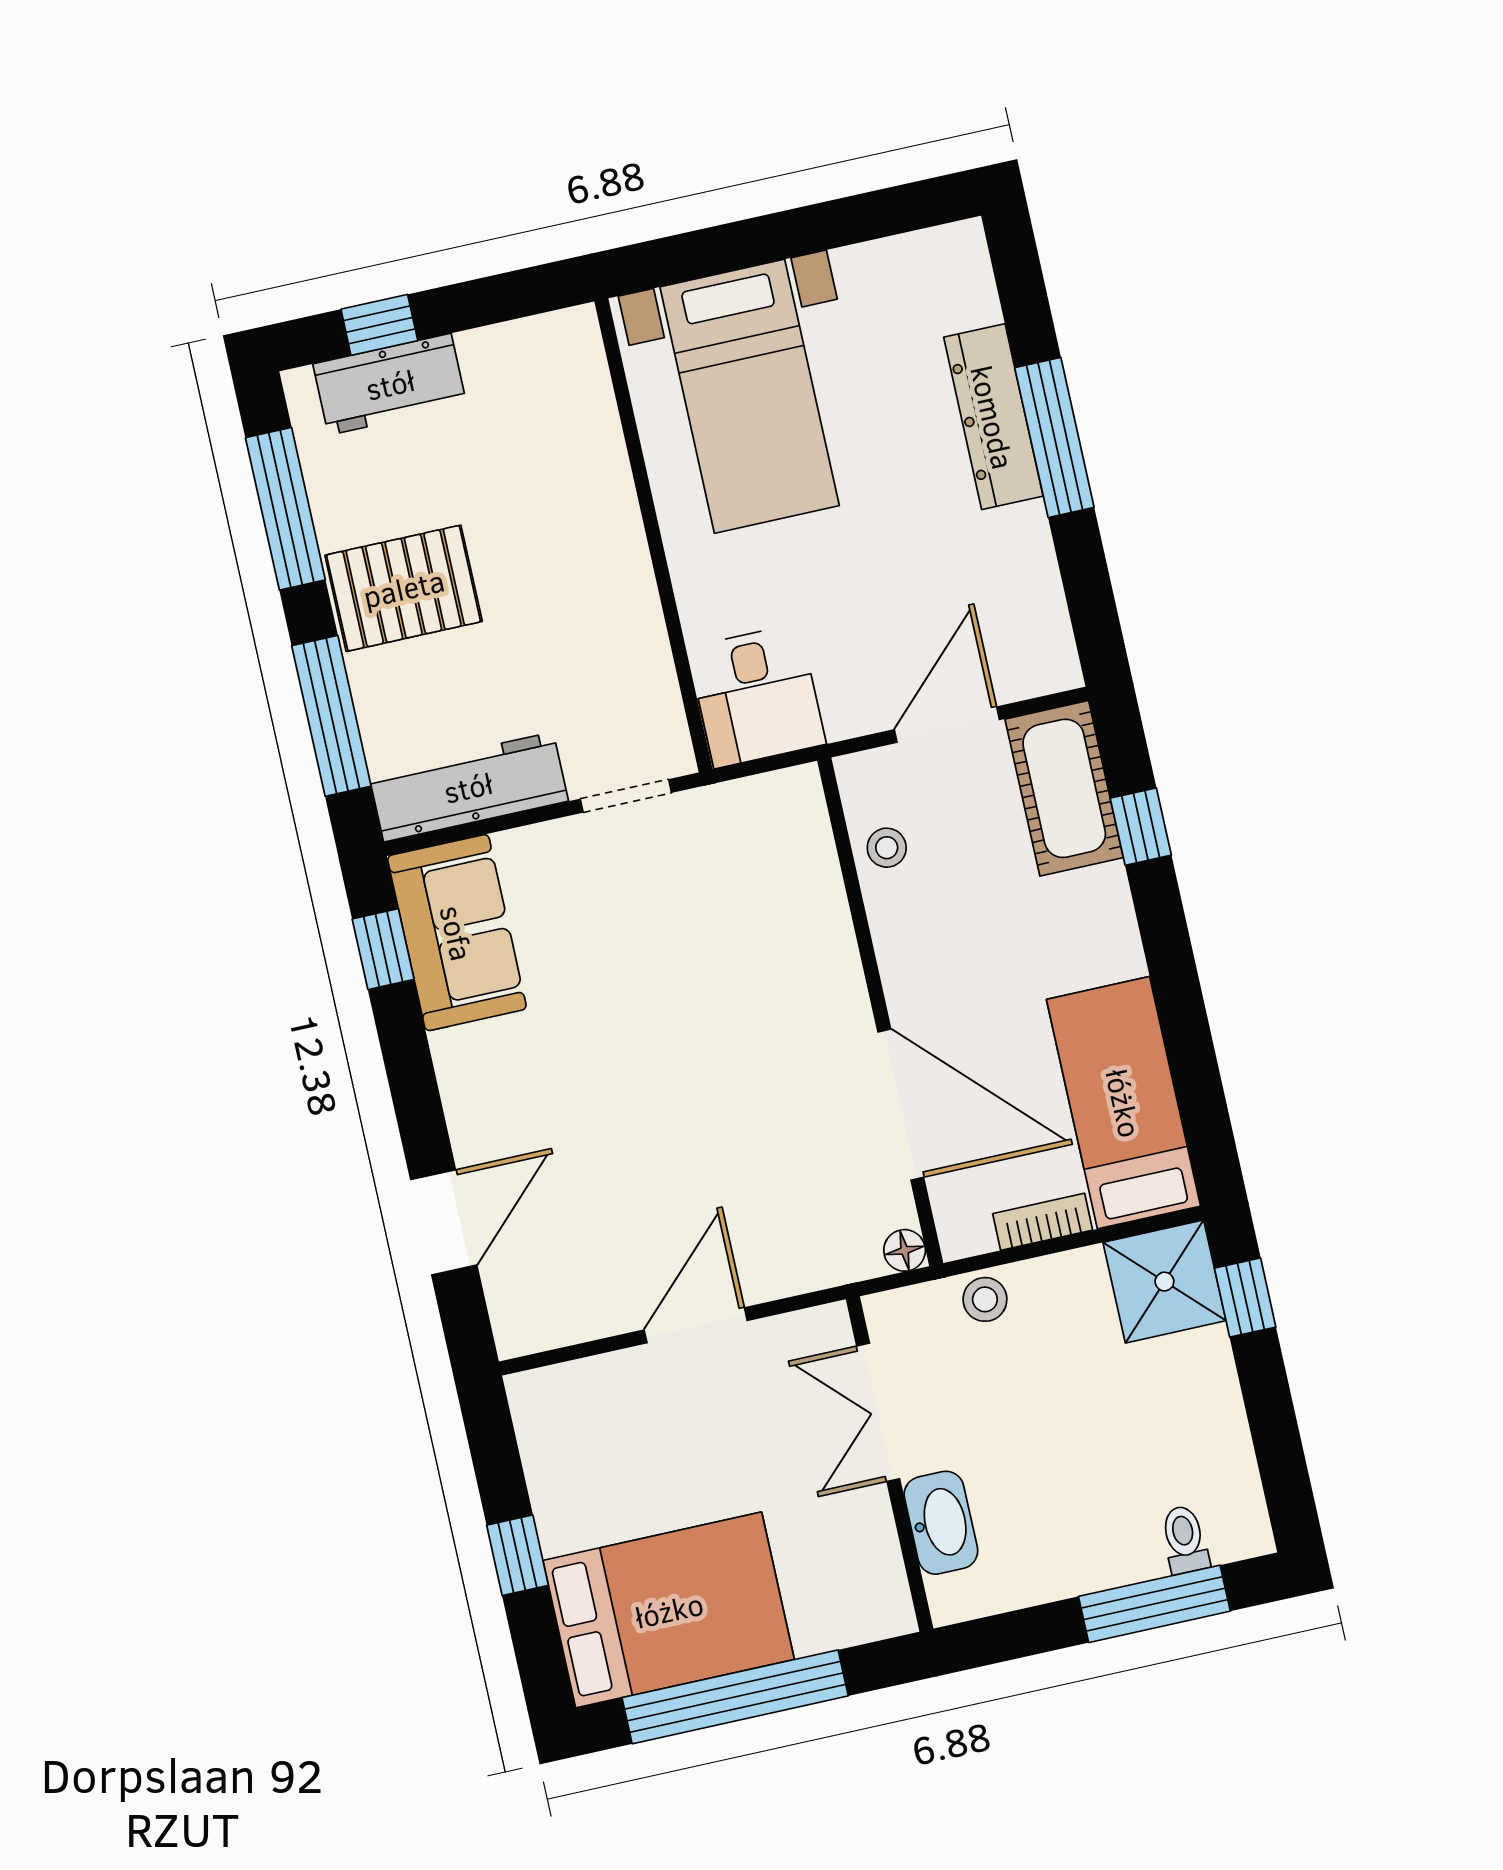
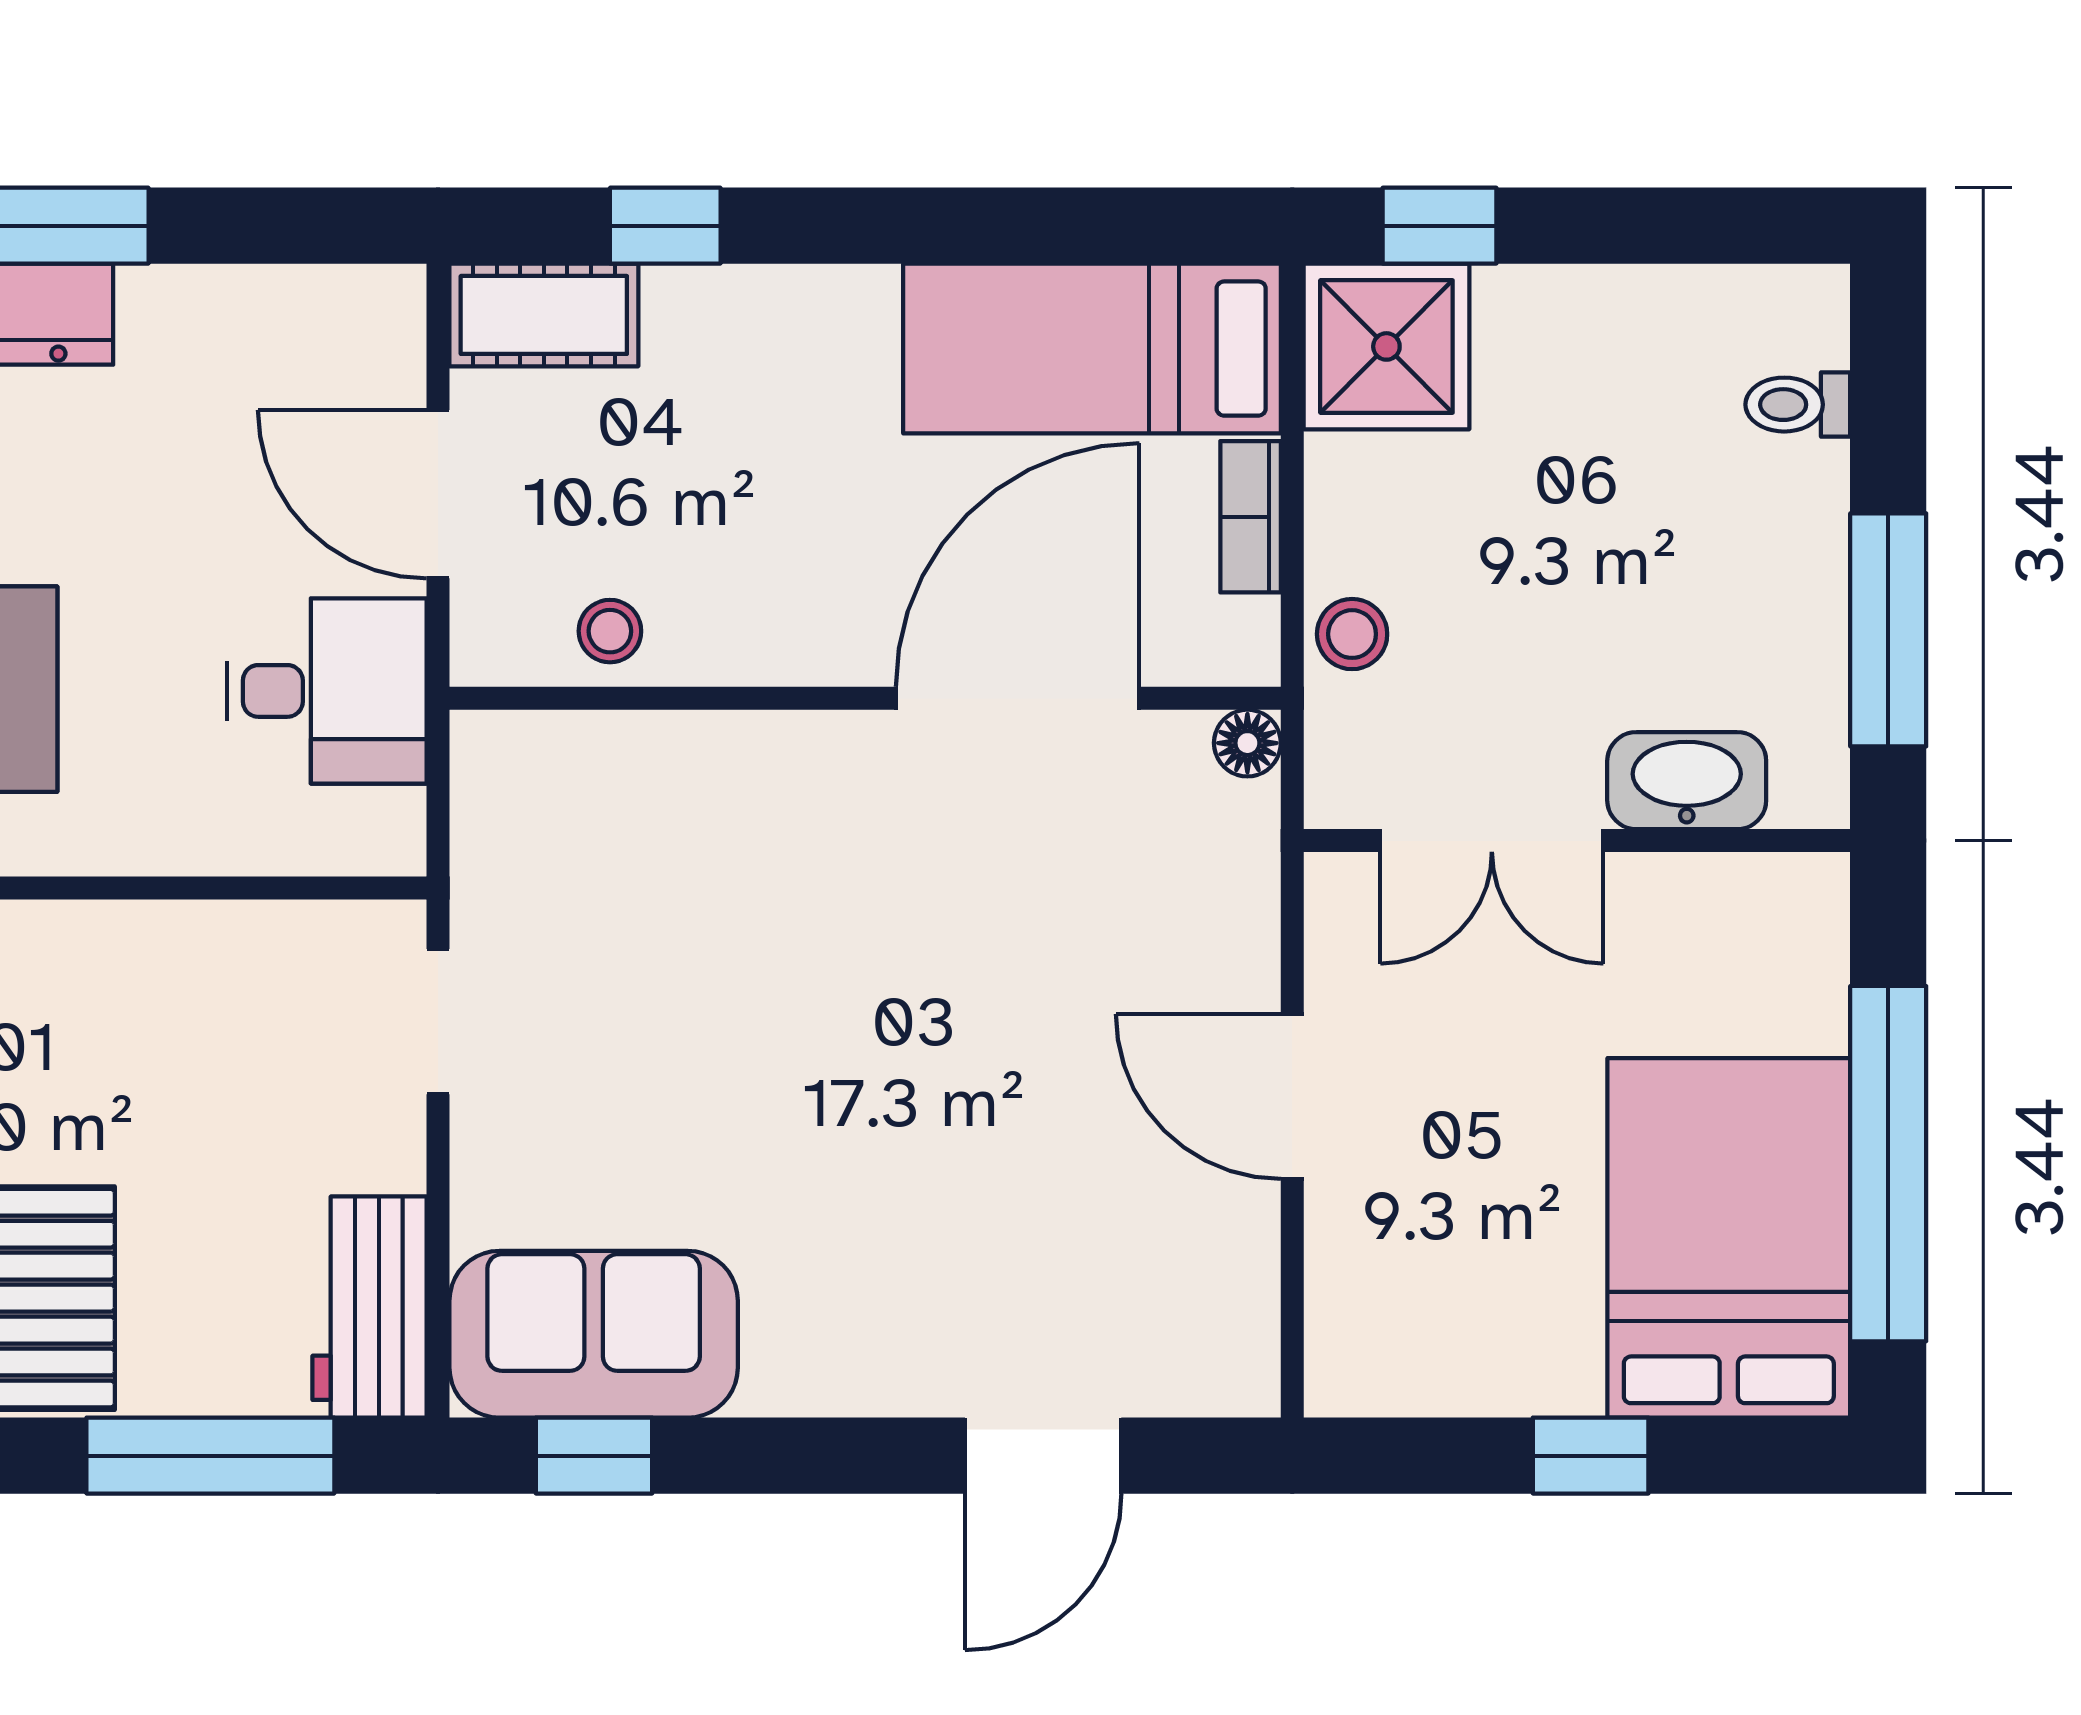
desk: (757, 696) -> (327, 691), moved
workbench: (468, 787) -> (370, 1307), width x0.73
cot: (1064, 788) -> (544, 315), width x0.73, depth x0.75
door: (444, 1222) -> (1043, 1456), swing flipped
window: (1154, 1604) -> (1888, 630), moved

